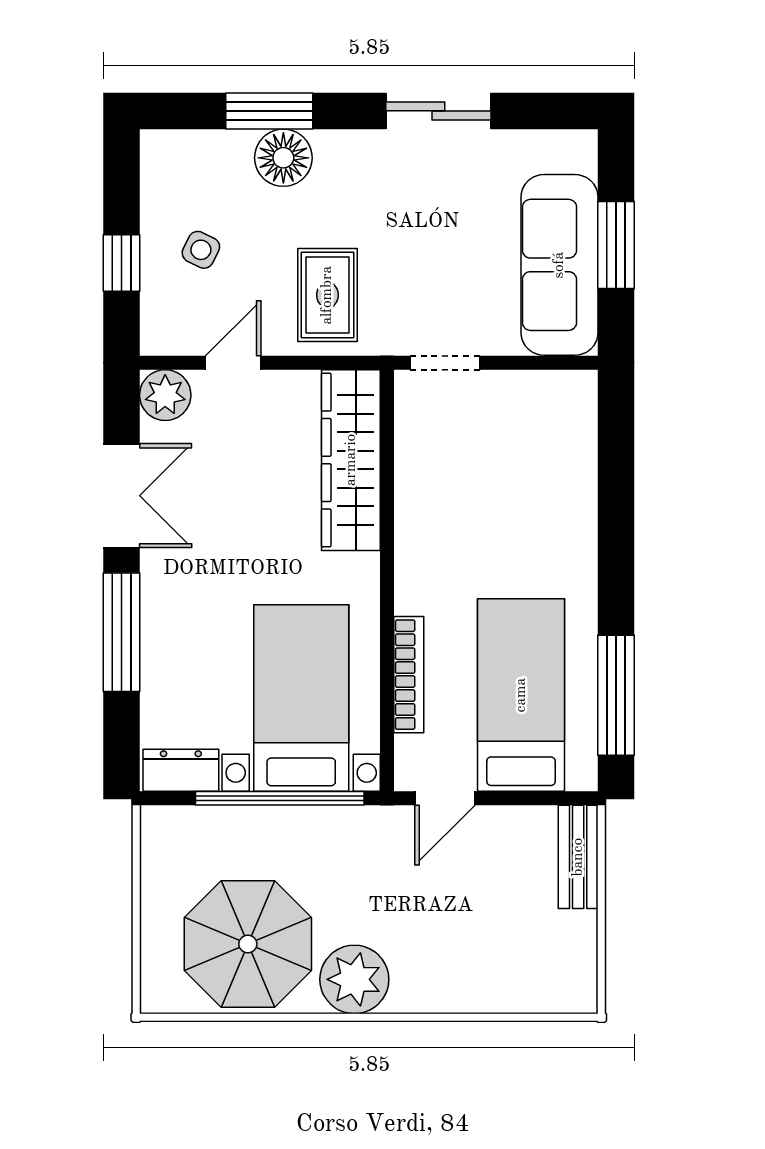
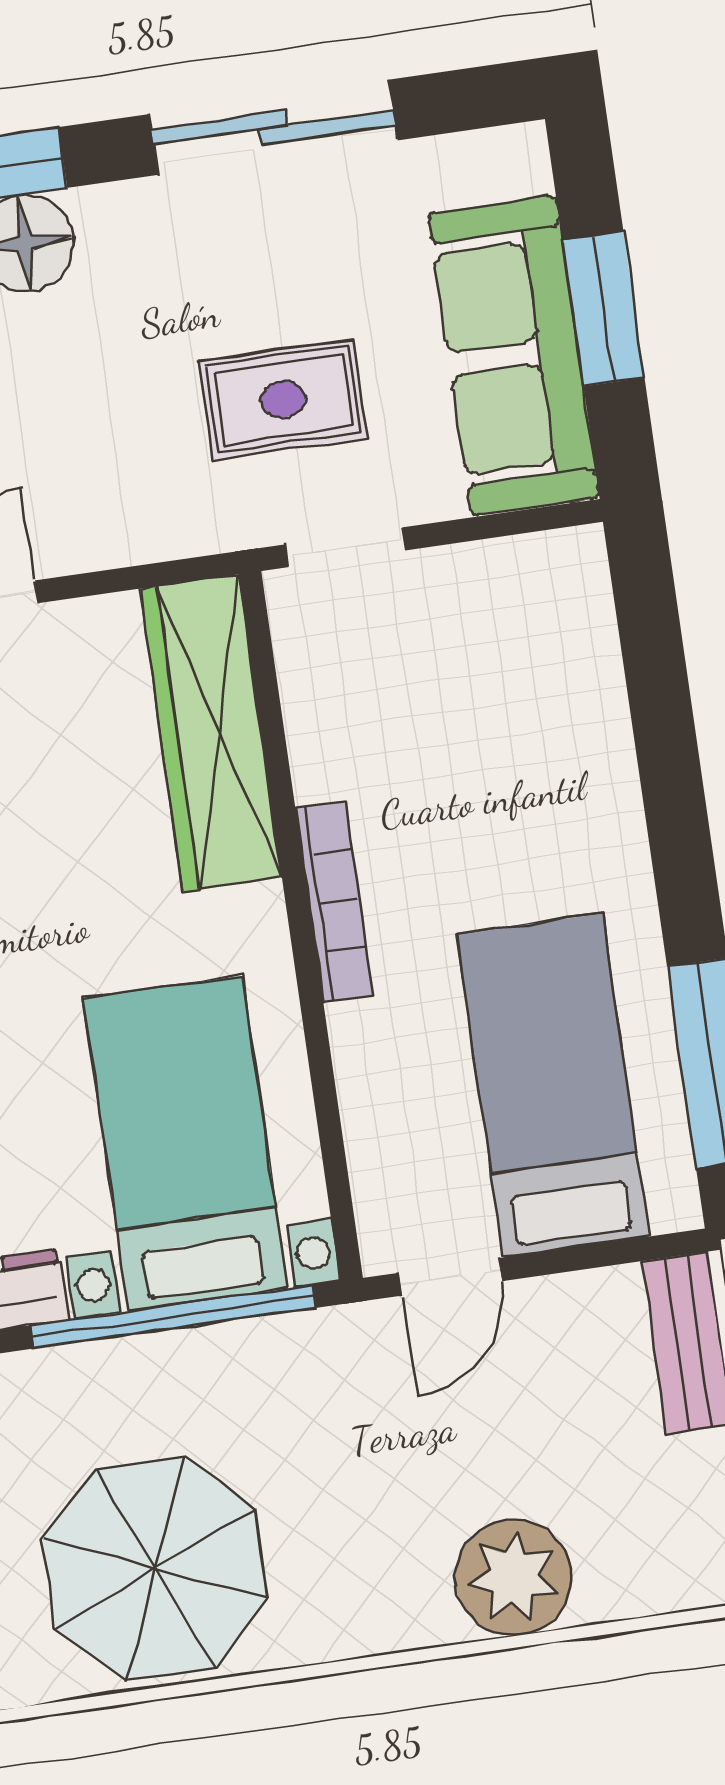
sliding door: (438, 111) -> (273, 127), width x1.37
rug: (327, 295) -> (283, 399), moved, turned 90
bookcase: (409, 675) -> (334, 902), moved
plant: (354, 979) -> (513, 1578), moved

